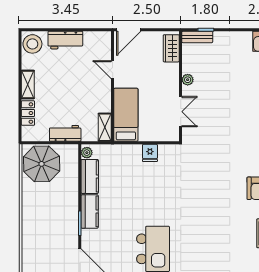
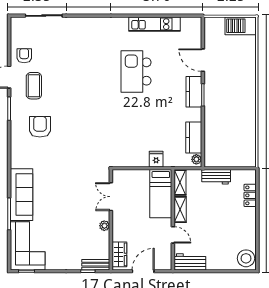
door: (129, 30) -> (143, 271), moved
workbench: (65, 40) -> (190, 262), moved
shelving: (28, 85) -> (180, 209), moved
fridge: (150, 153) -> (156, 159), moved
parasol: (42, 164) -> (238, 149), removed
kitchen counter: (90, 211) -> (194, 92), moved

